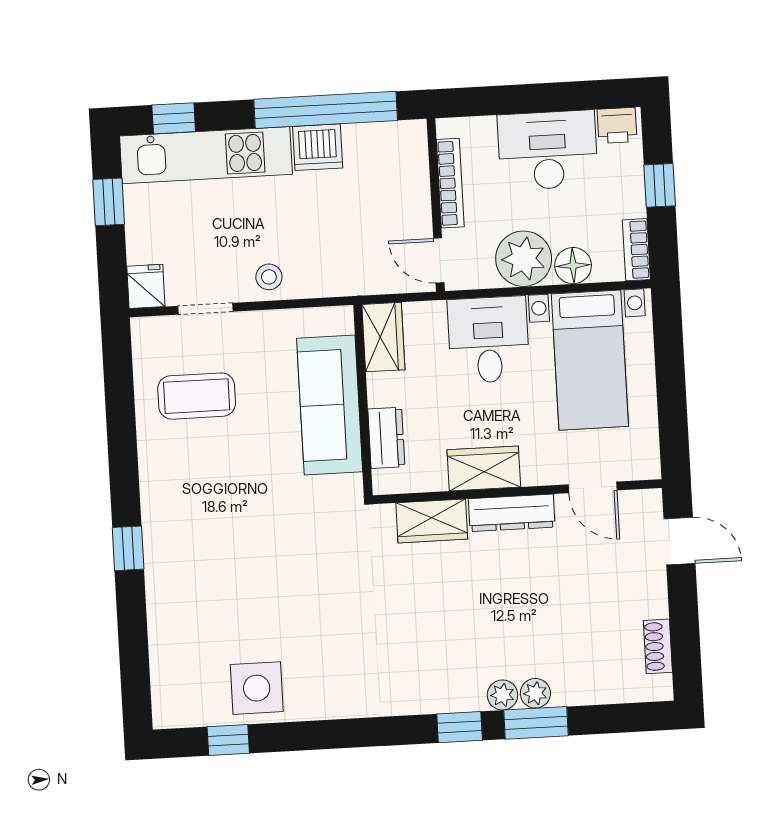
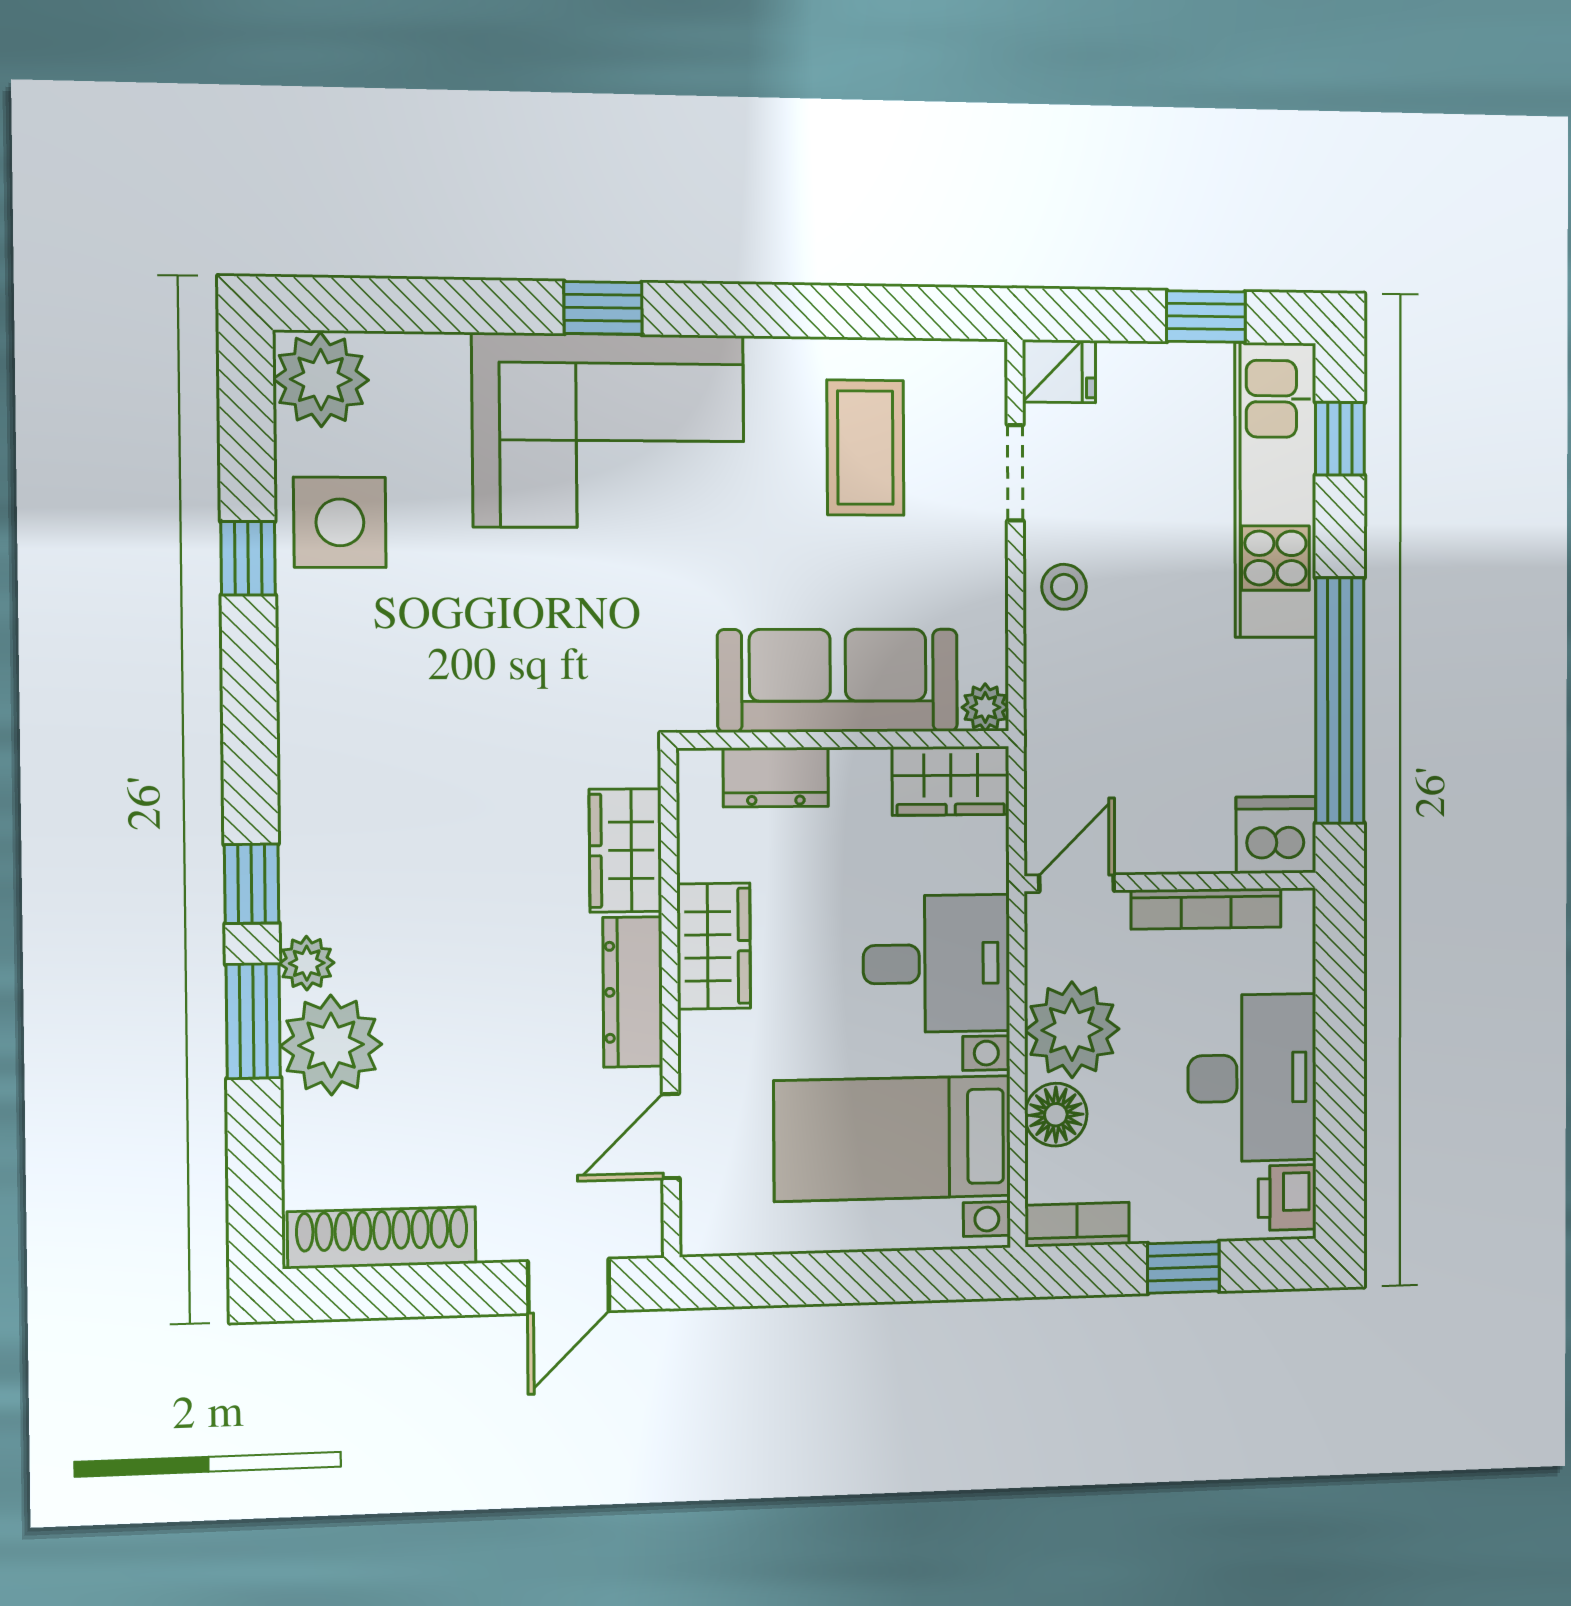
dishwasher: (318, 147) -> (1276, 835), moved, turned 90
plant: (340, 319) -> (985, 707), added
corner sofa: (197, 542) -> (609, 431), added
shoe rack: (658, 646) -> (382, 1238), width x1.94, depth x1.24
plant: (535, 693) -> (331, 1045), width x1.88, depth x1.88
plant: (178, 702) -> (321, 379), added
window: (228, 740) -> (248, 558), moved

